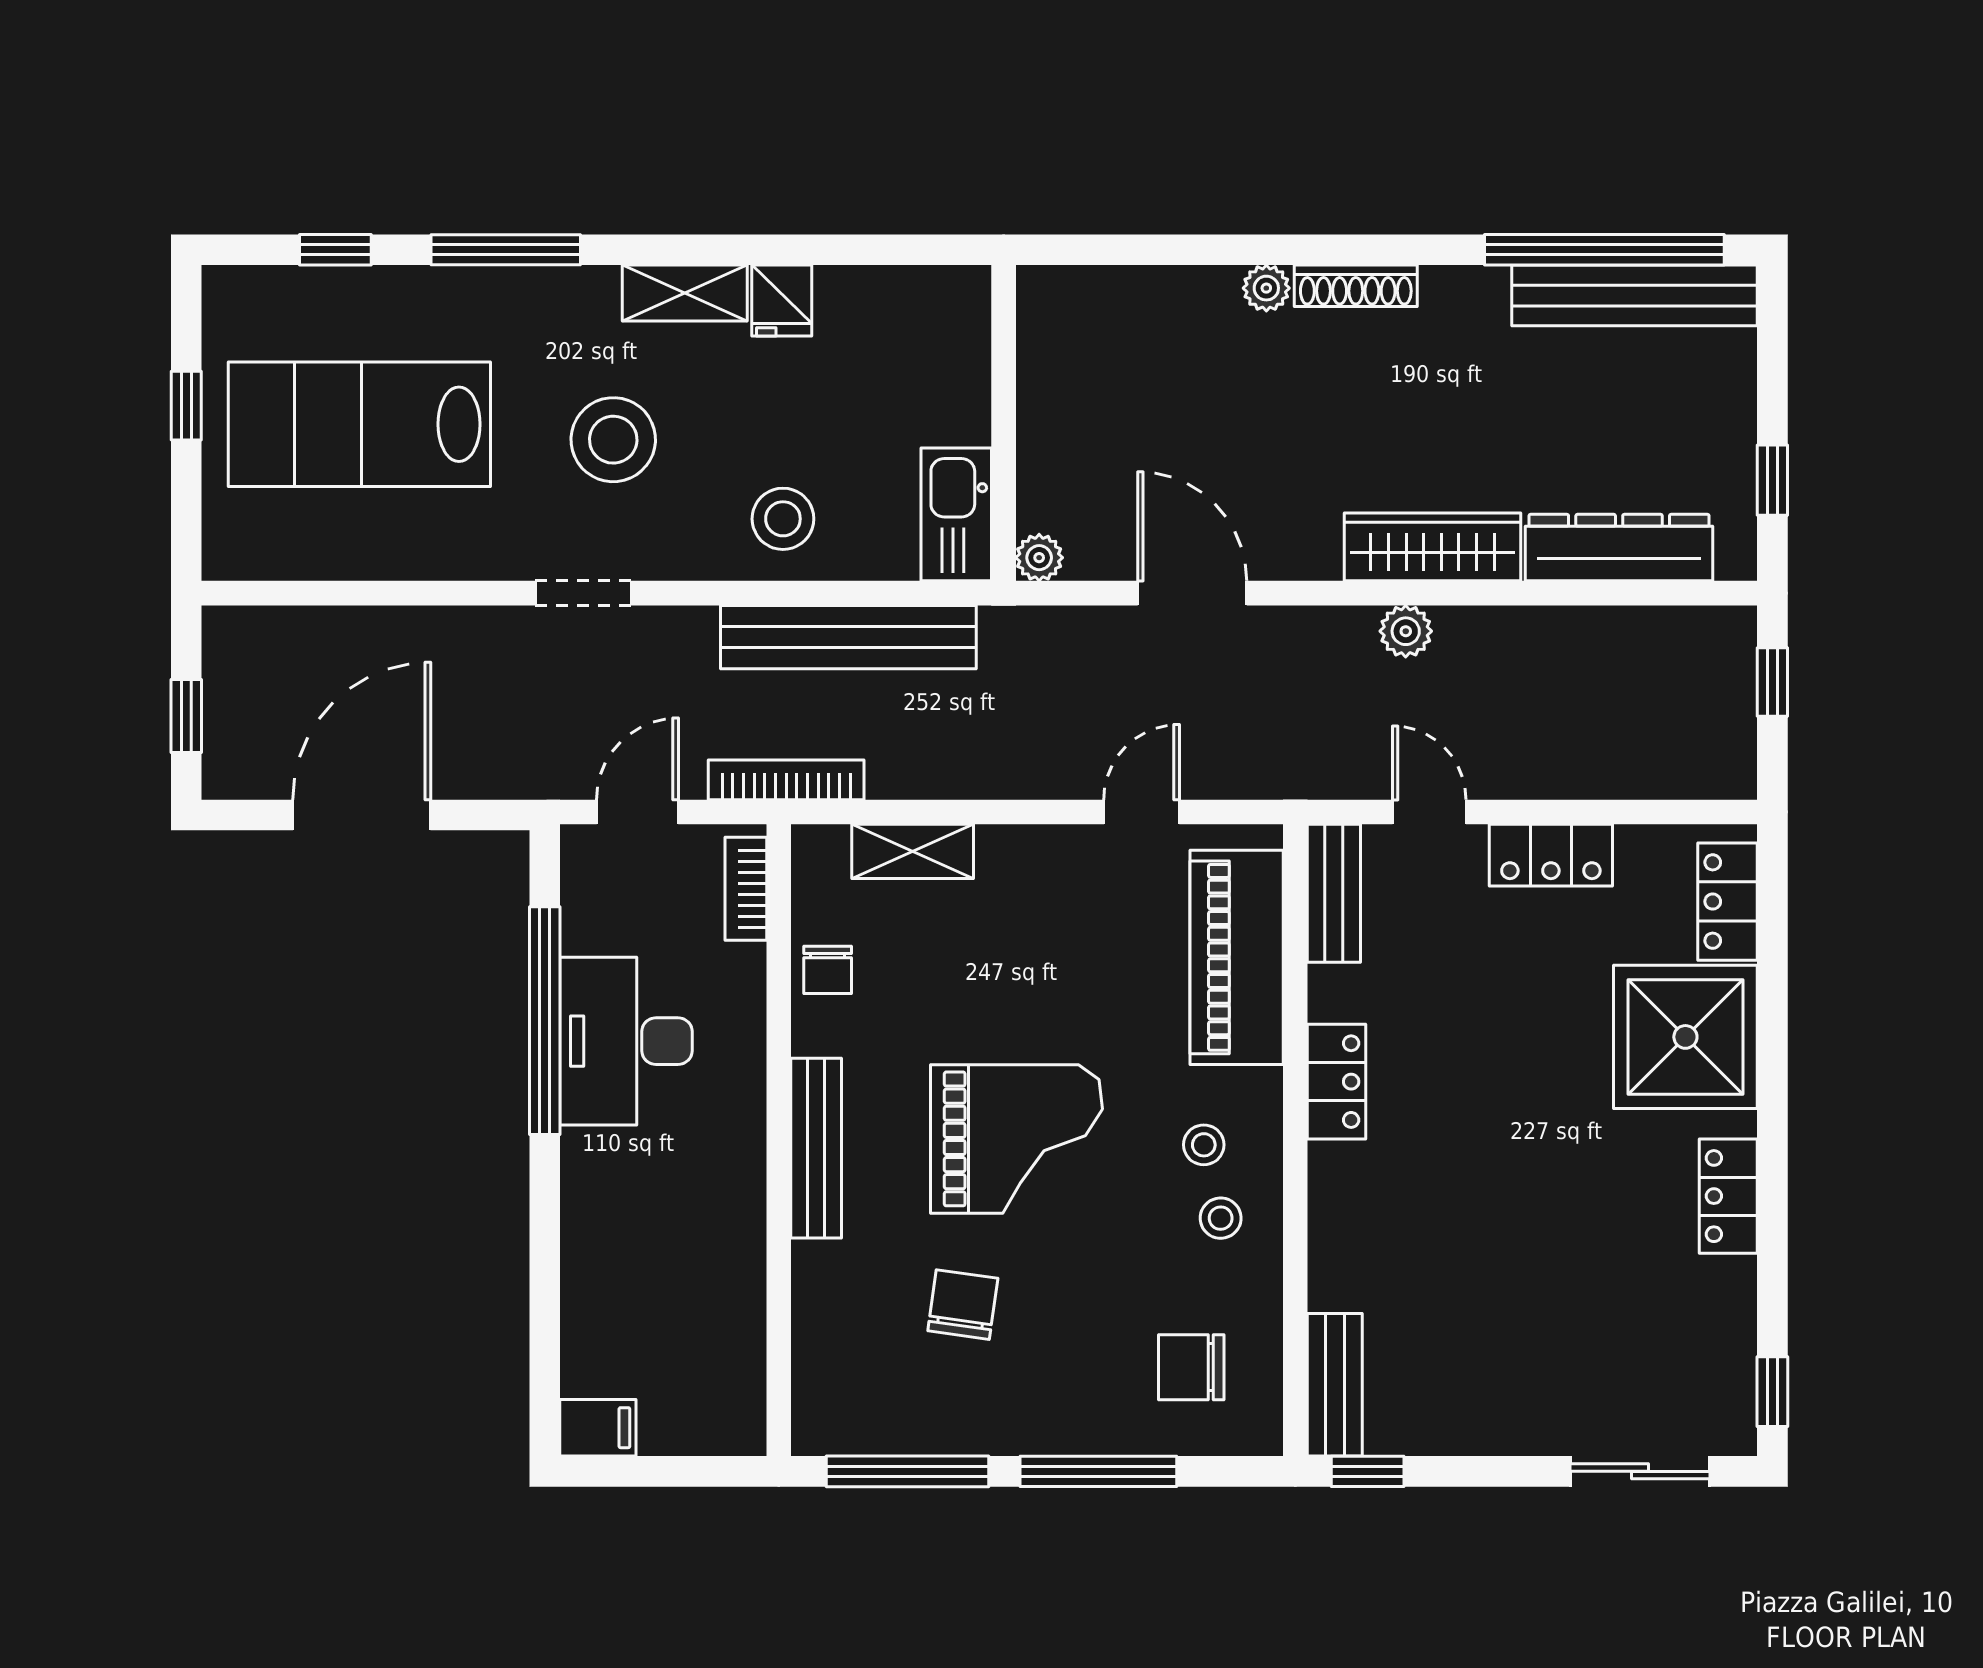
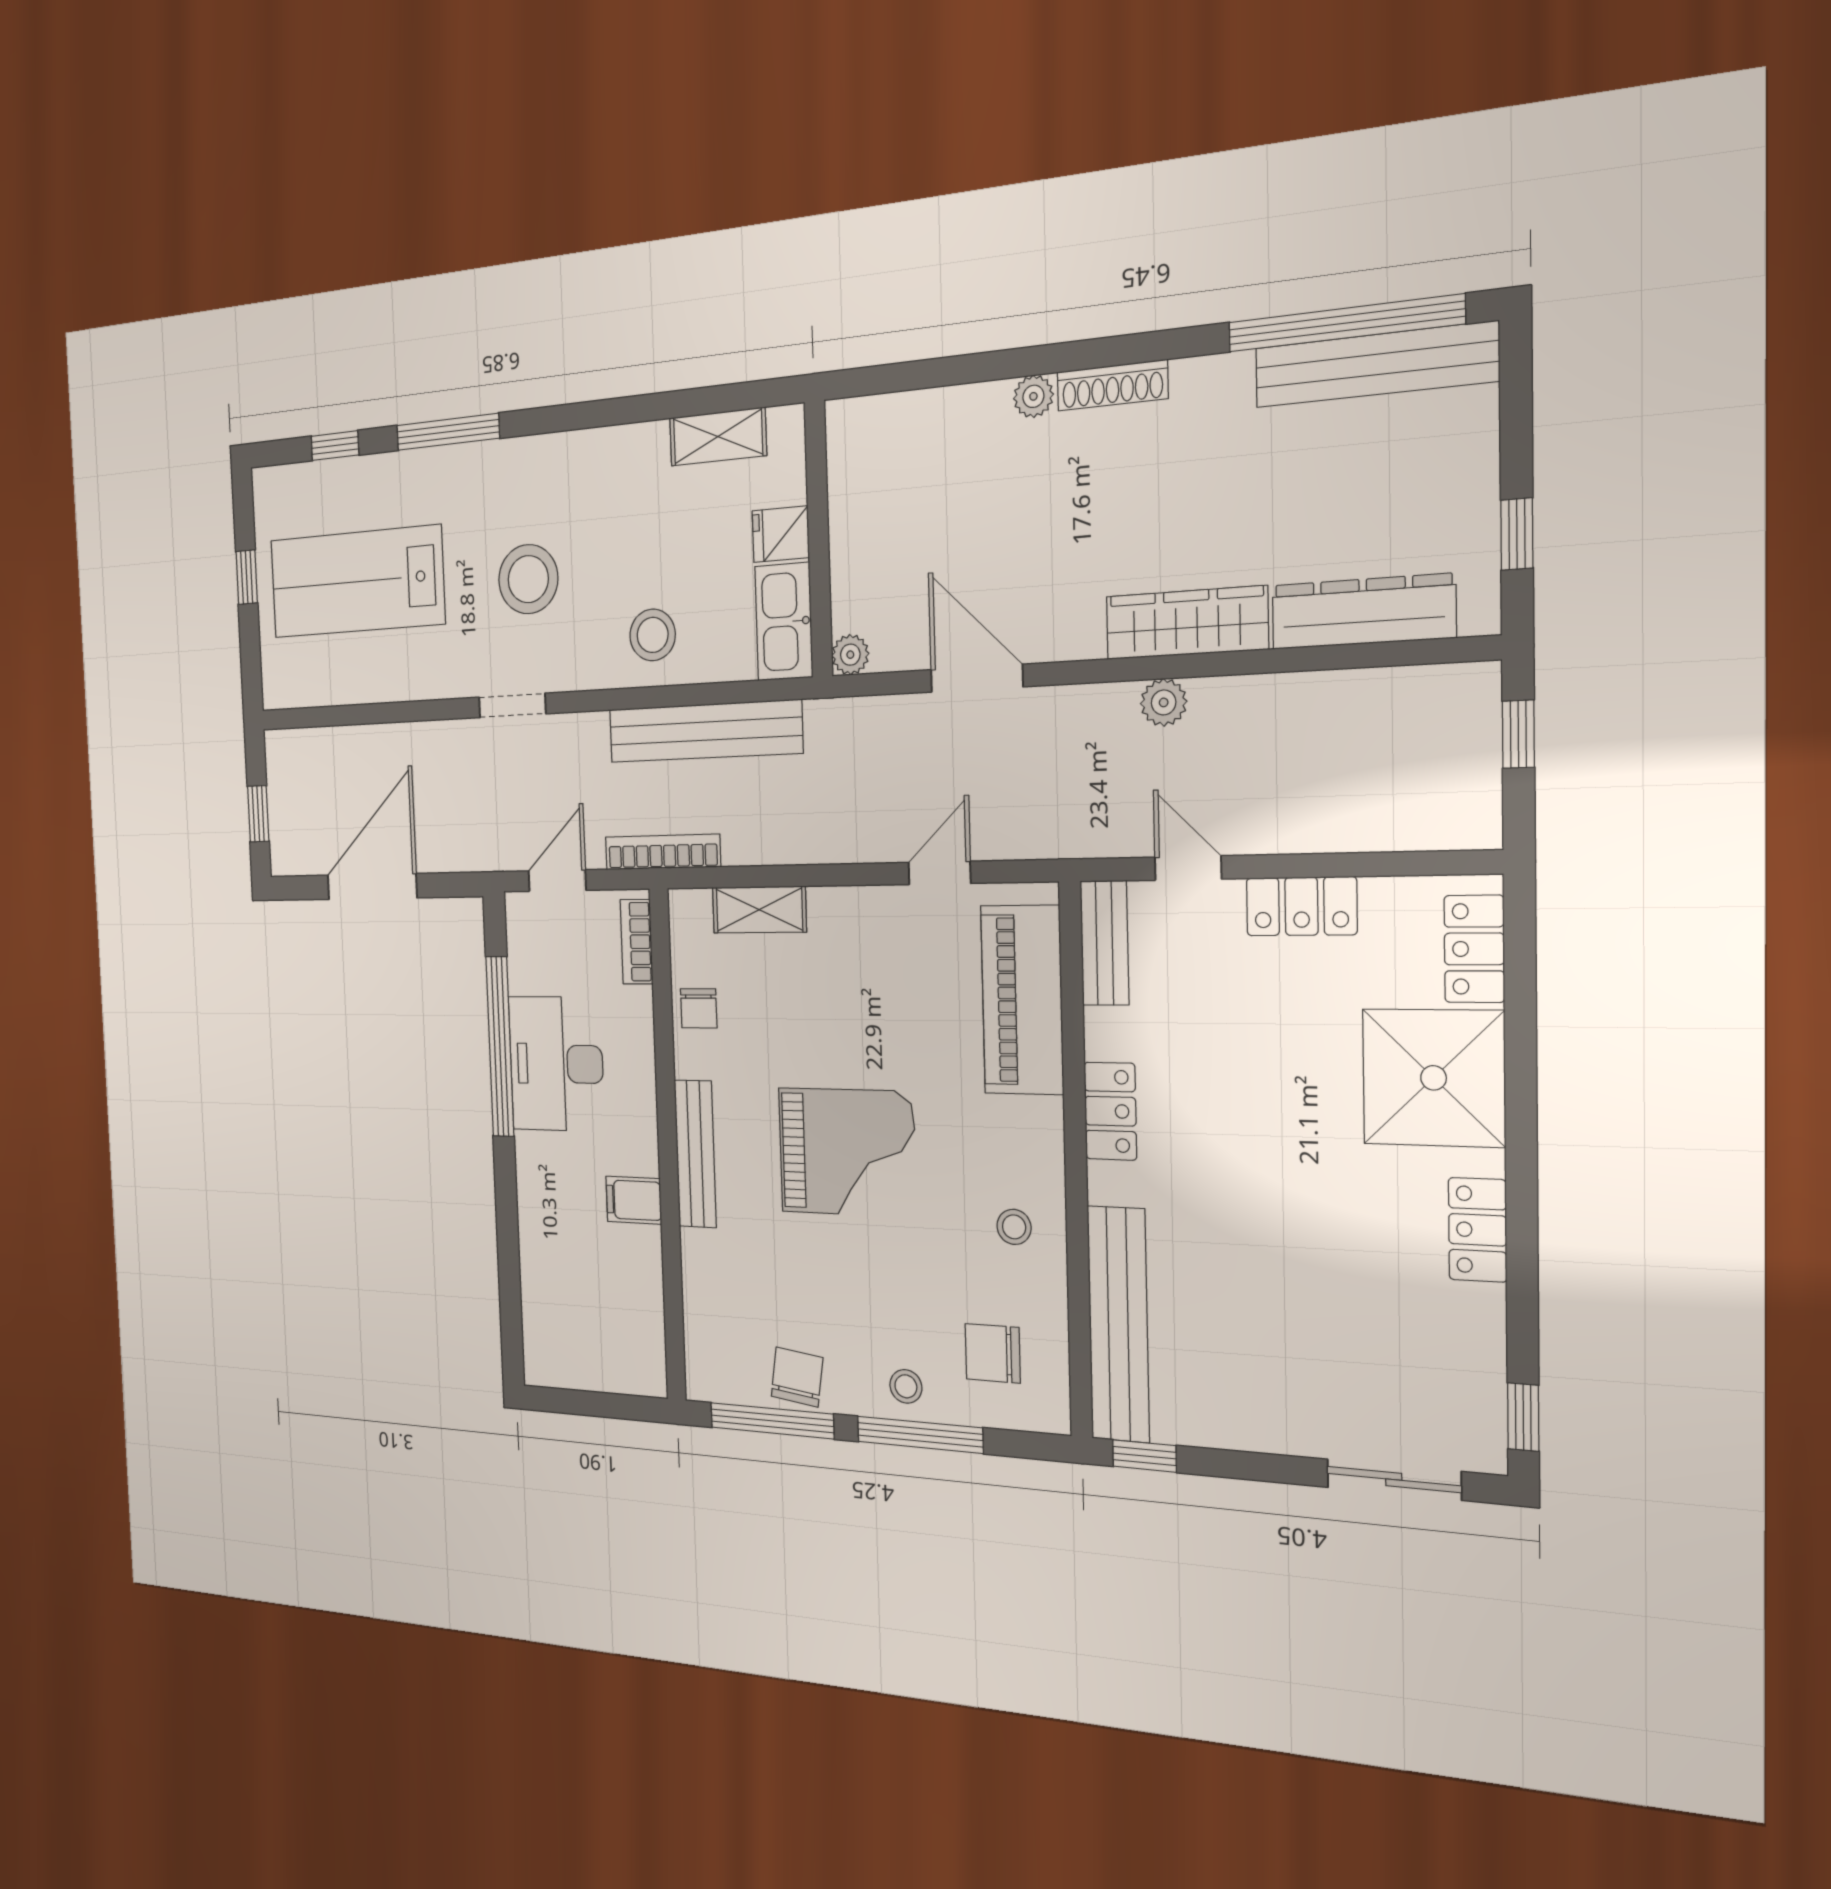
shelving: (685, 293) -> (718, 437), moved
fridge: (782, 301) -> (781, 534), moved, turned 90
stool: (1204, 1145) -> (906, 1386), moved
chair: (963, 1305) -> (797, 1377), moved
bench: (1335, 1385) -> (1118, 1324), width x1.86, depth x1.21
filing cabinet: (598, 1428) -> (634, 1200), moved, turned 180

